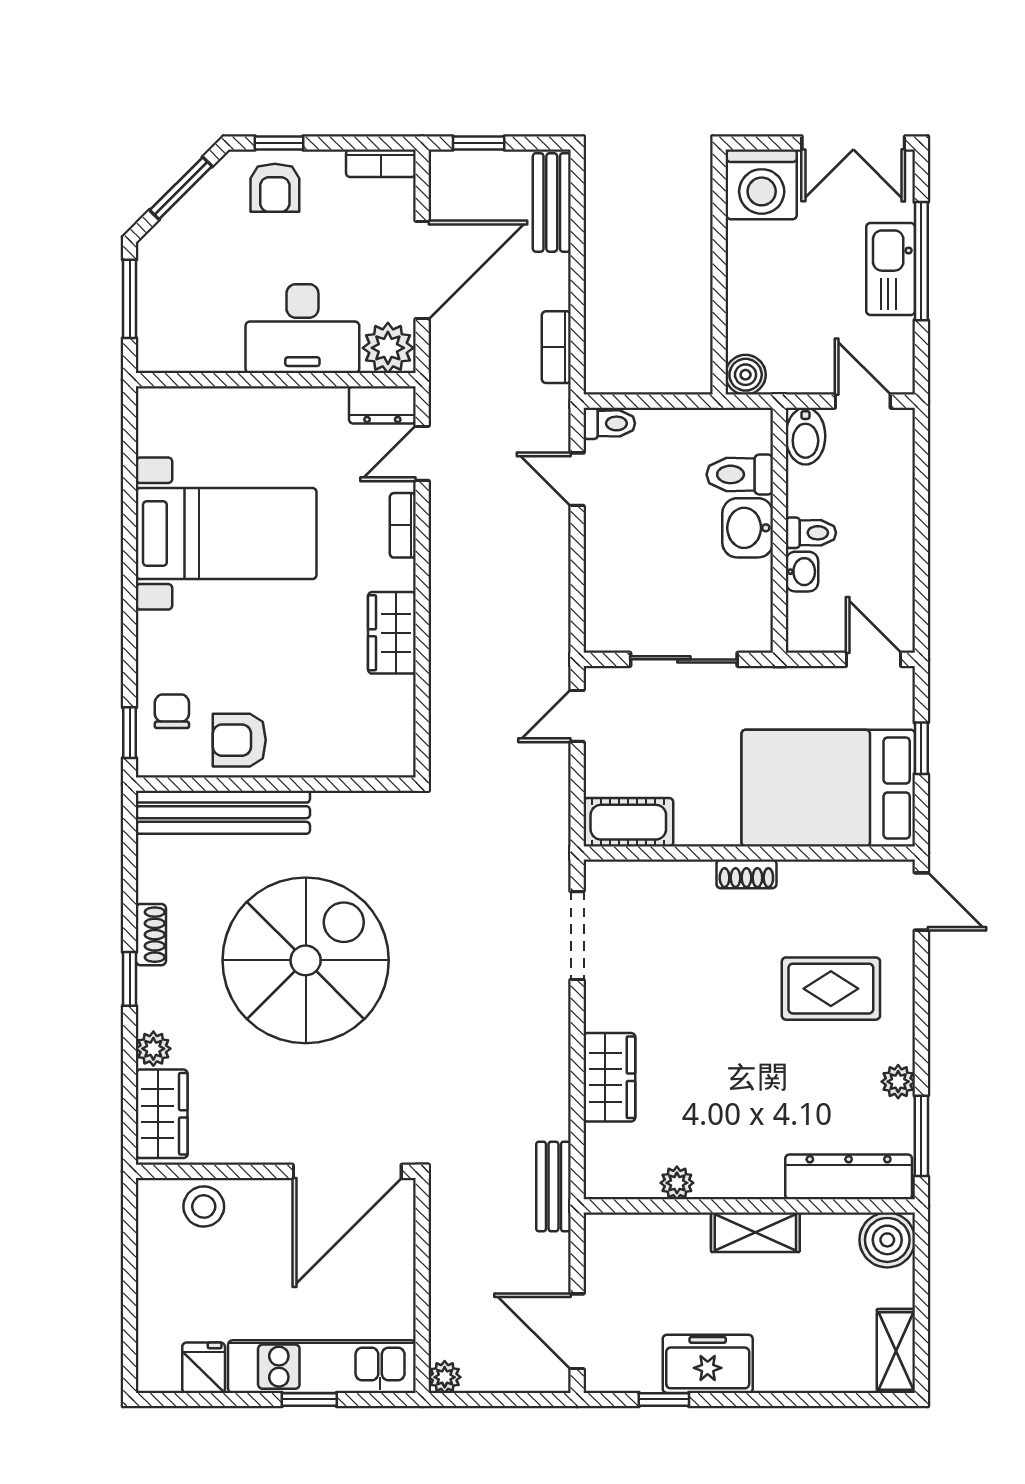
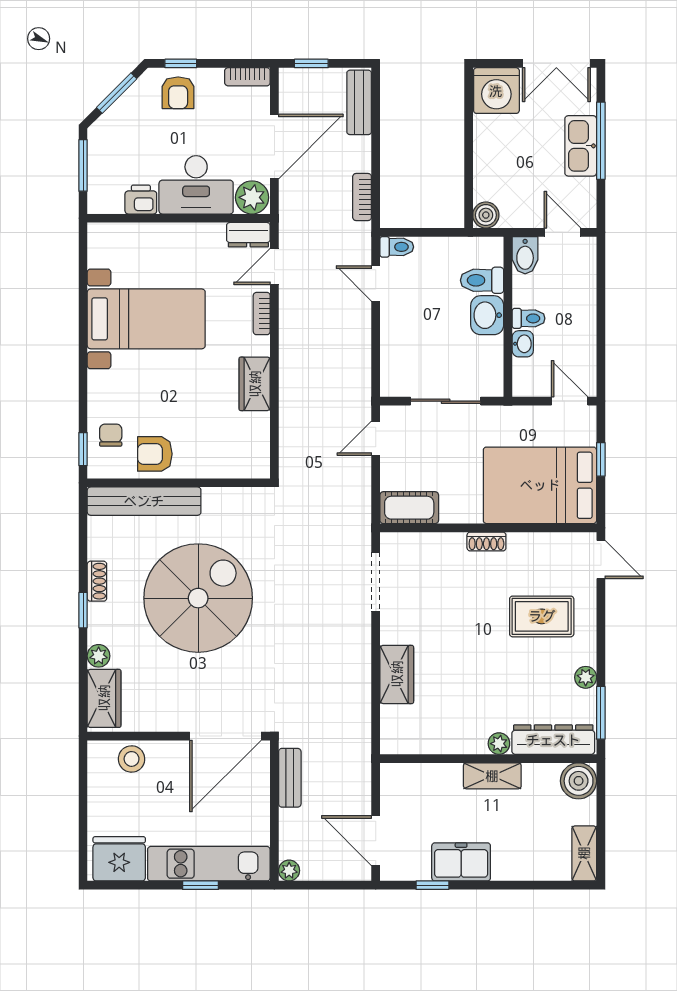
printer: (218, 351) -> (141, 200), added
plant: (677, 1183) -> (499, 744), moved
bench: (553, 1186) -> (290, 778), moved
fridge: (204, 1368) -> (119, 859), width x1.88, depth x1.34

